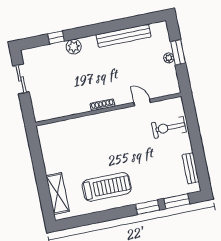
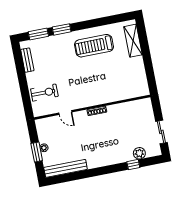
bench: (124, 36) -> (66, 168), moved
plant: (74, 47) -> (139, 153), moved

